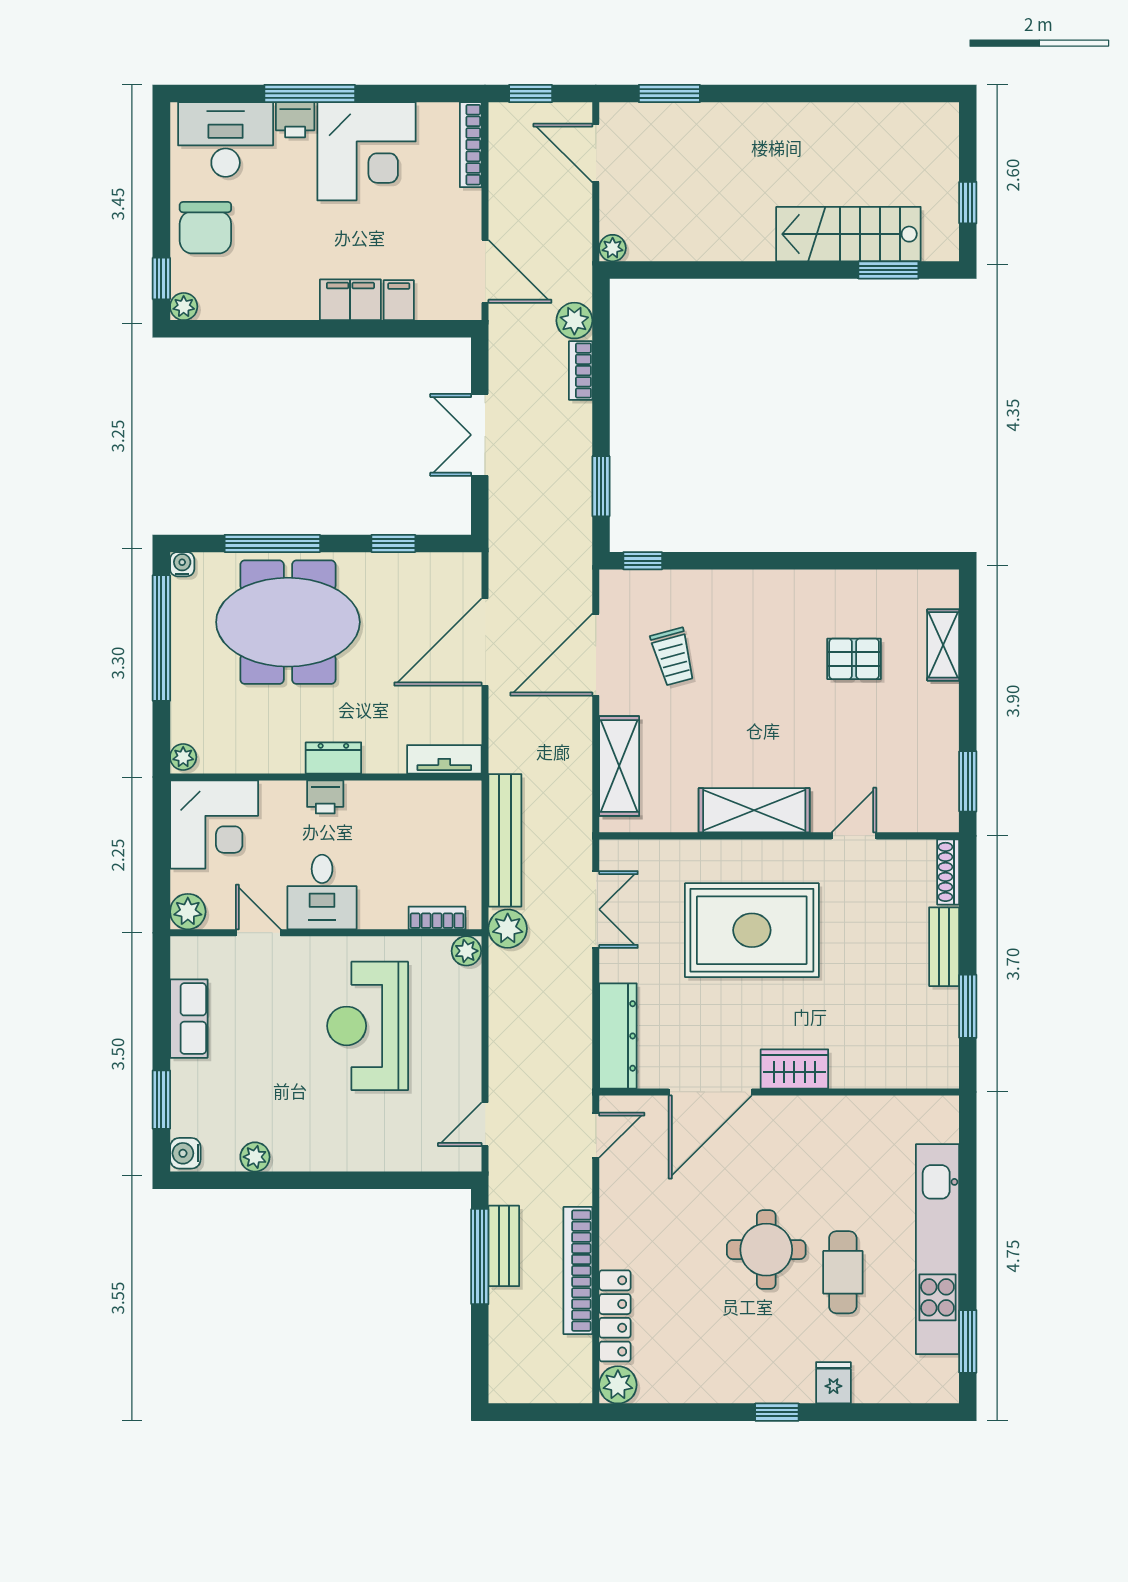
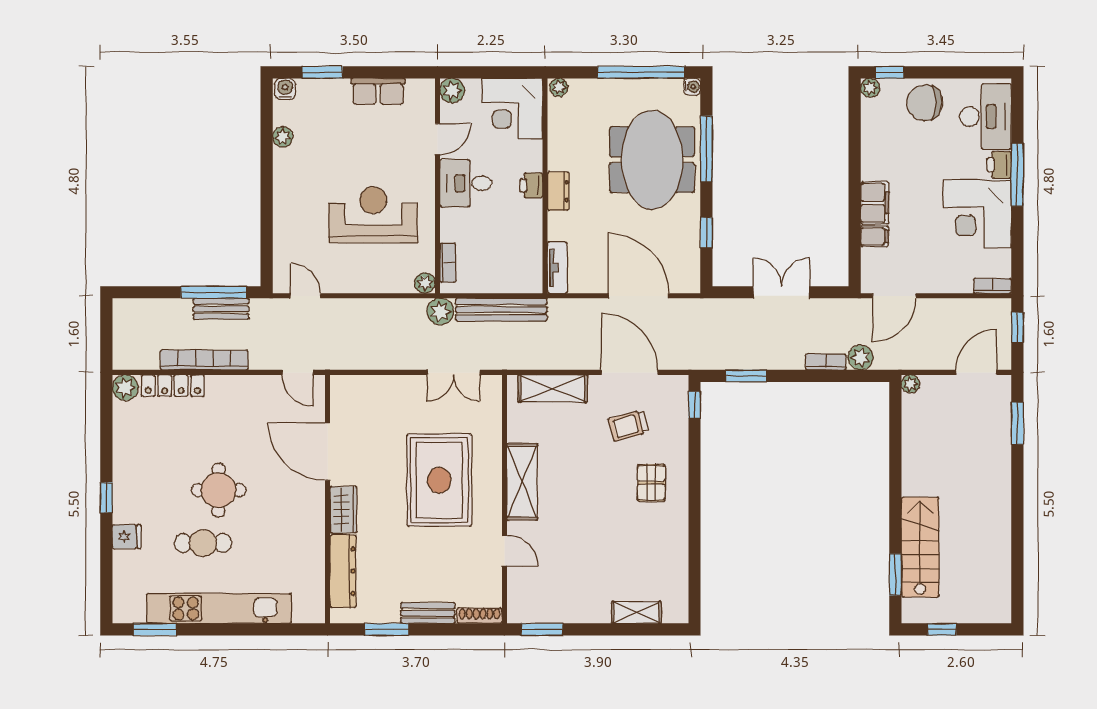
bookcase: (471, 145) -> (993, 286), width x0.64
pallet: (854, 659) -> (651, 483), moved
dresser: (618, 1036) -> (343, 571), moved, turned -90

